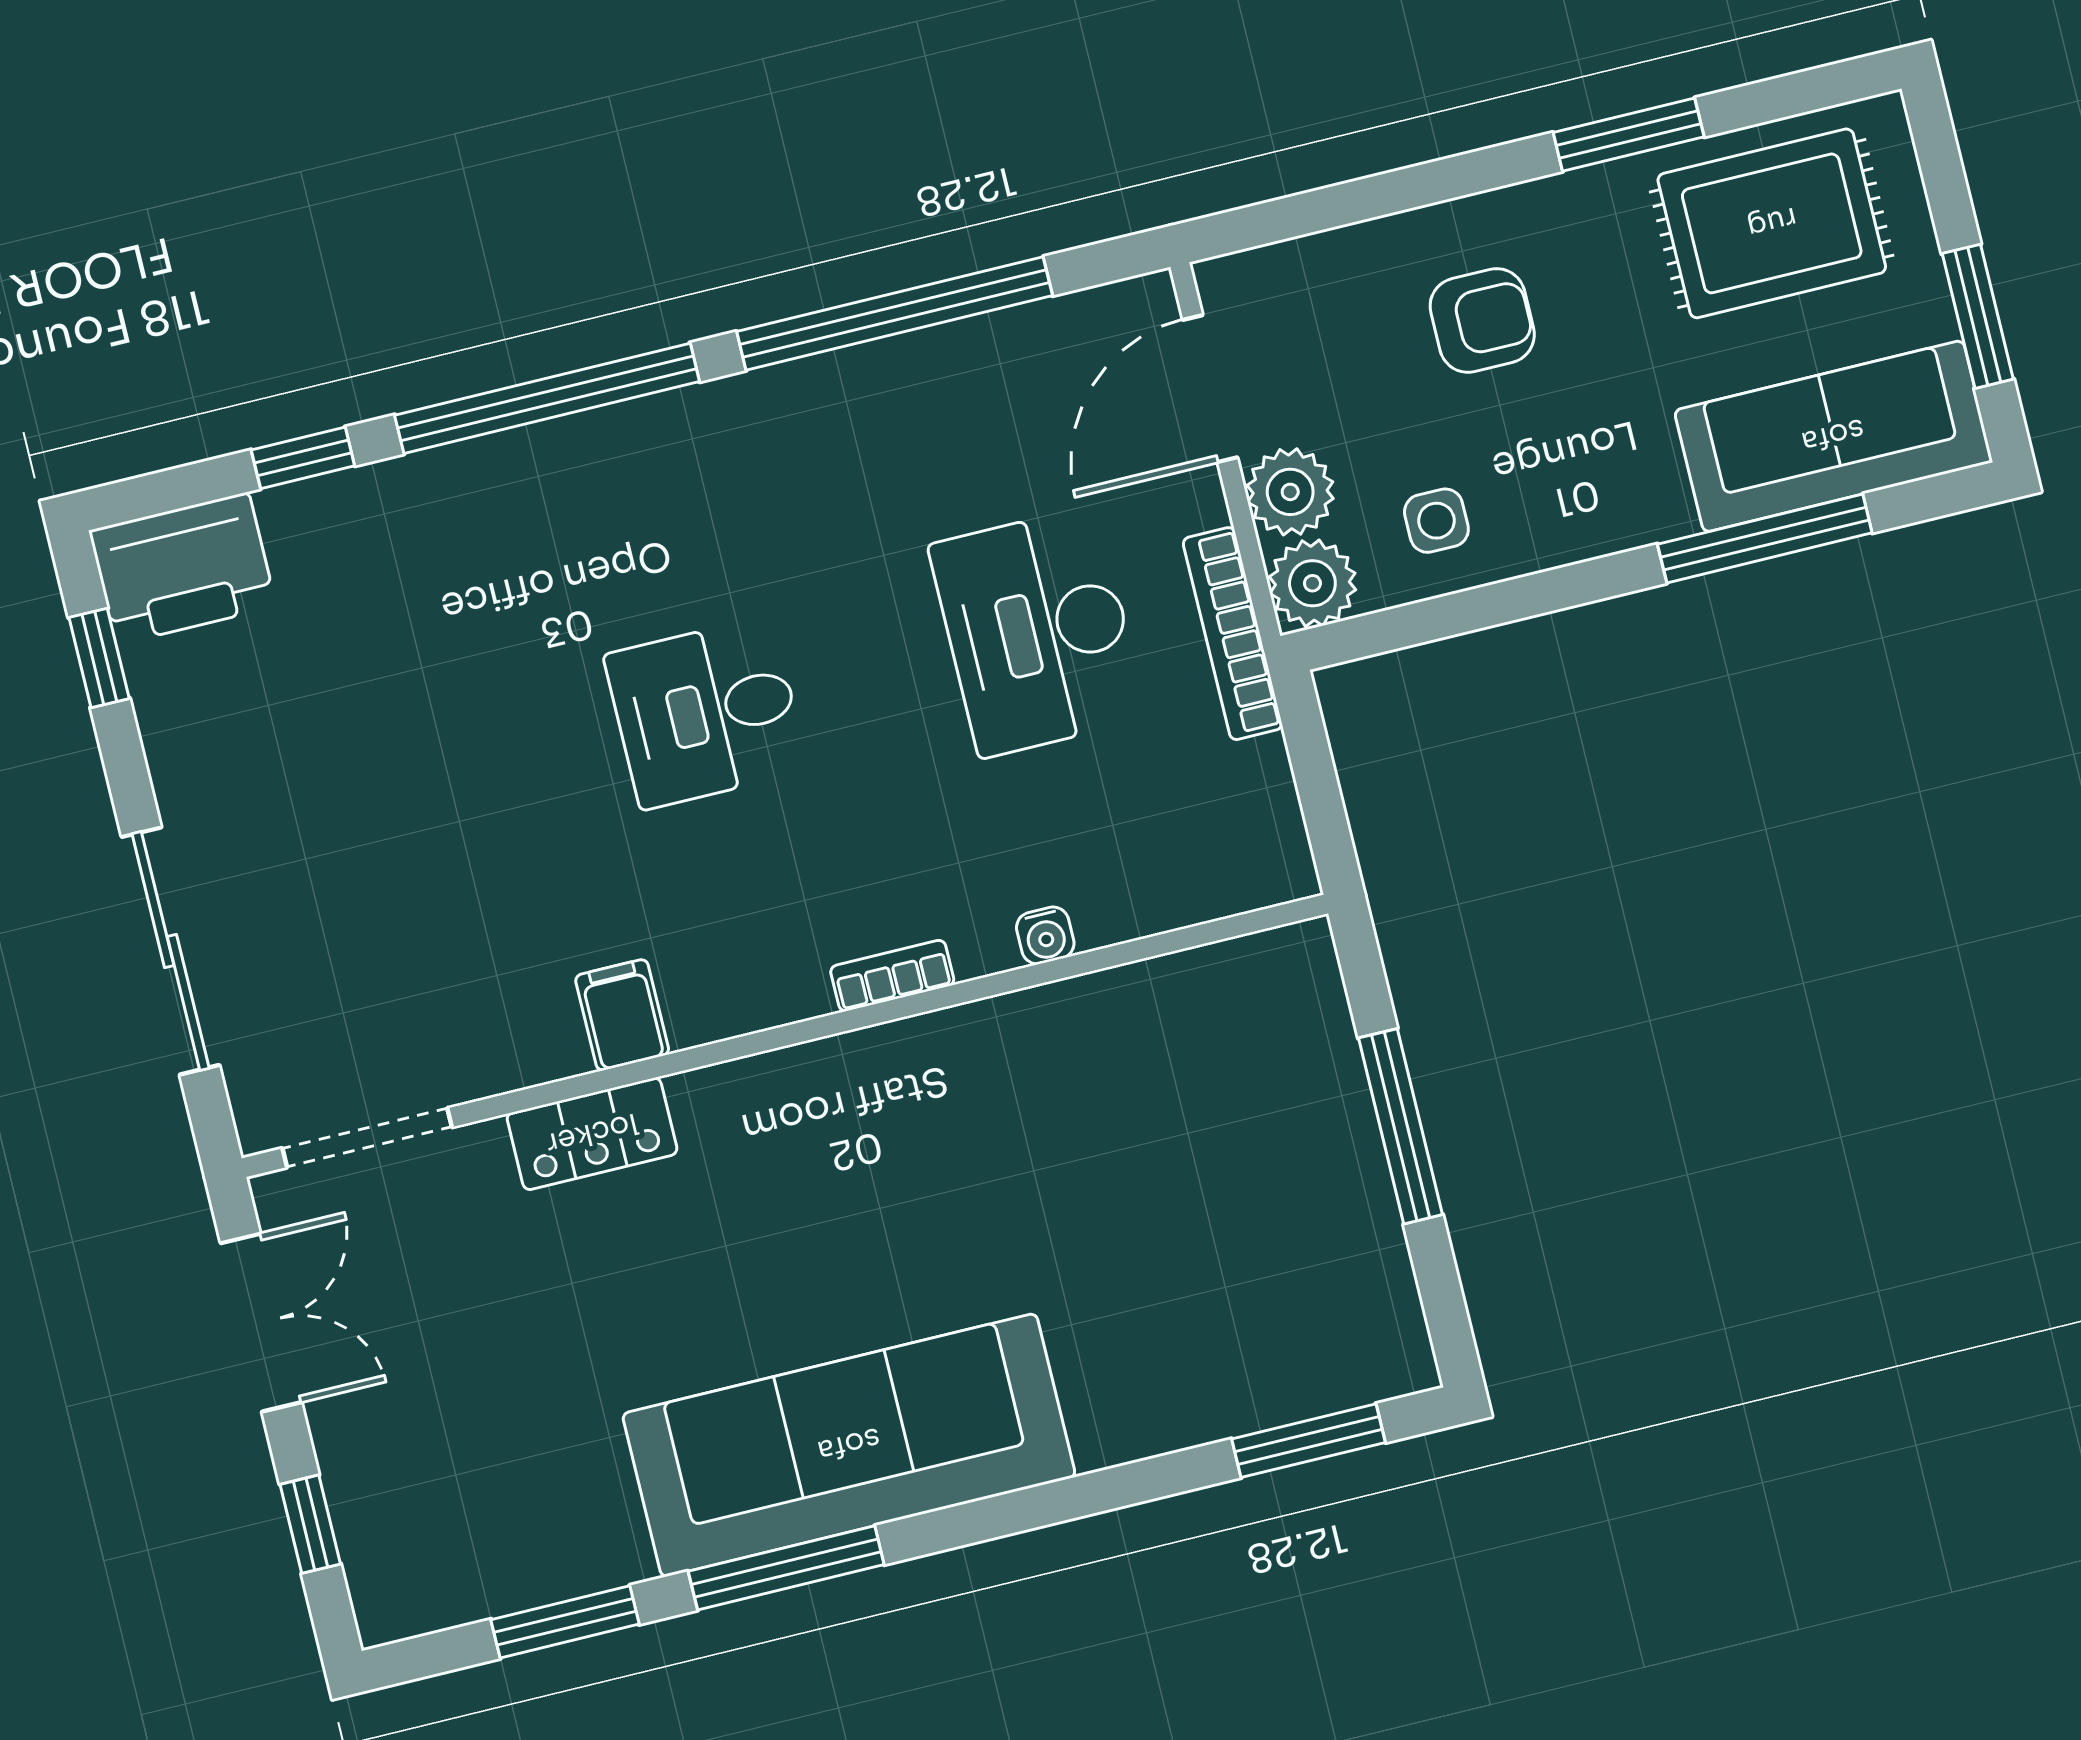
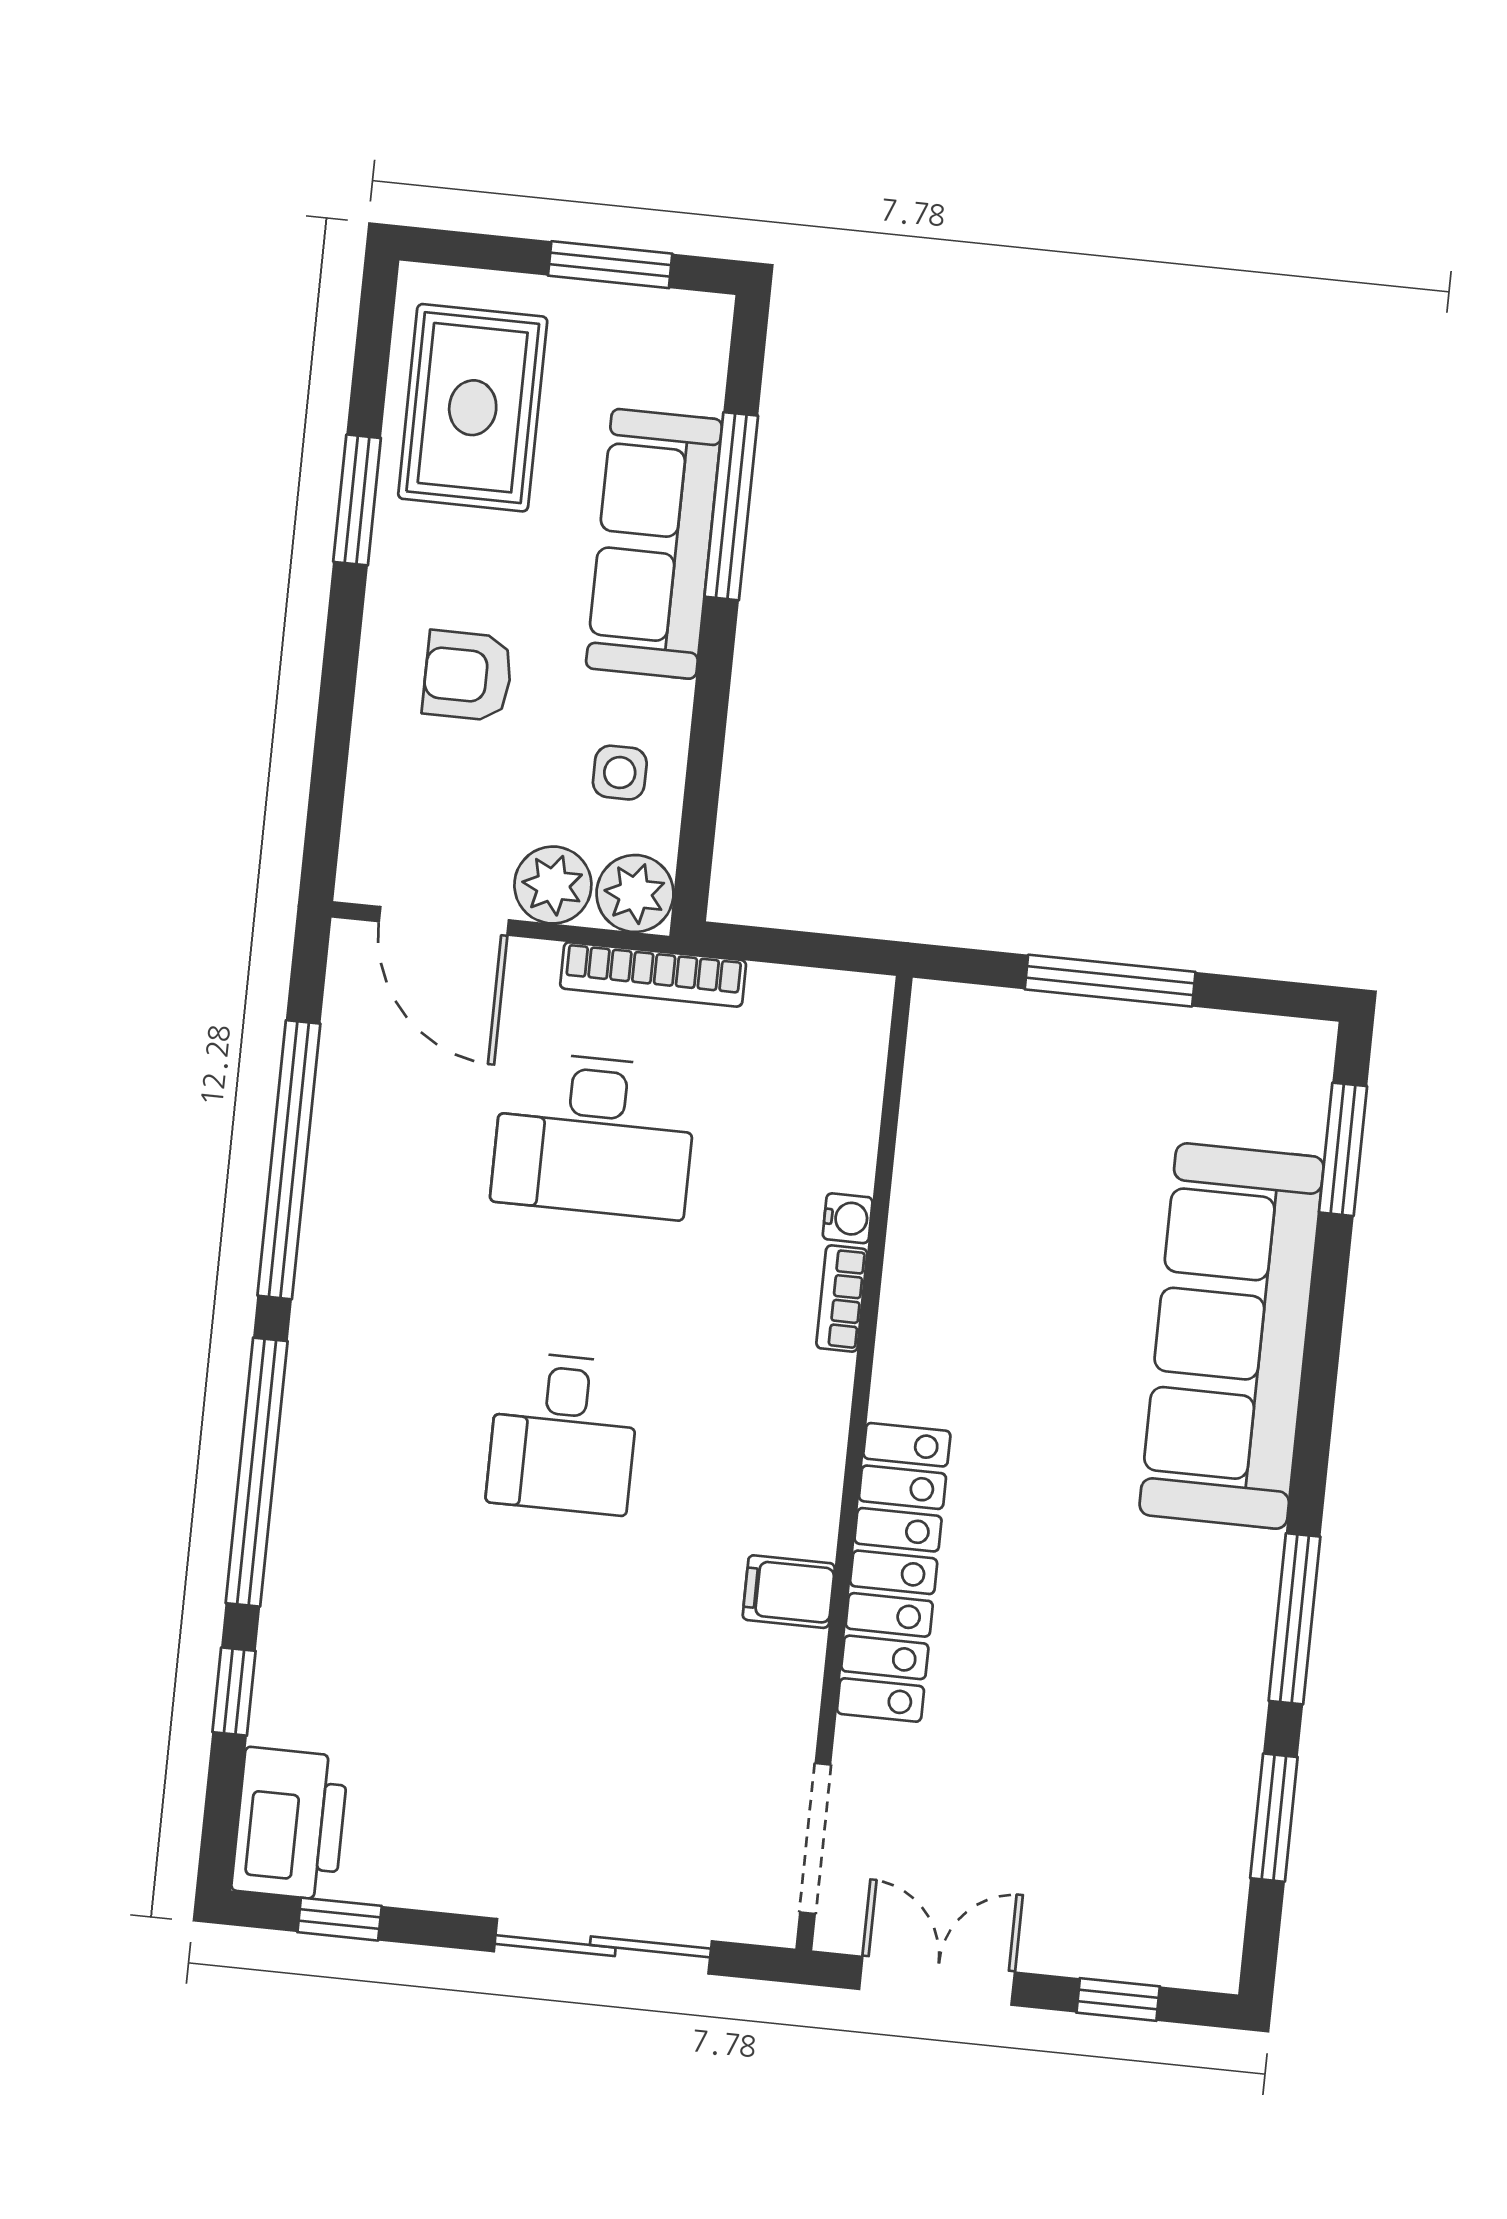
armchair: (1482, 320) -> (468, 676), turned -90
sofa: (1833, 436) -> (654, 544), moved
bookcase: (892, 976) -> (842, 1299), moved
locker: (592, 1134) -> (894, 1572), width x2.16, depth x1.21
sofa: (849, 1445) -> (1232, 1336), moved

